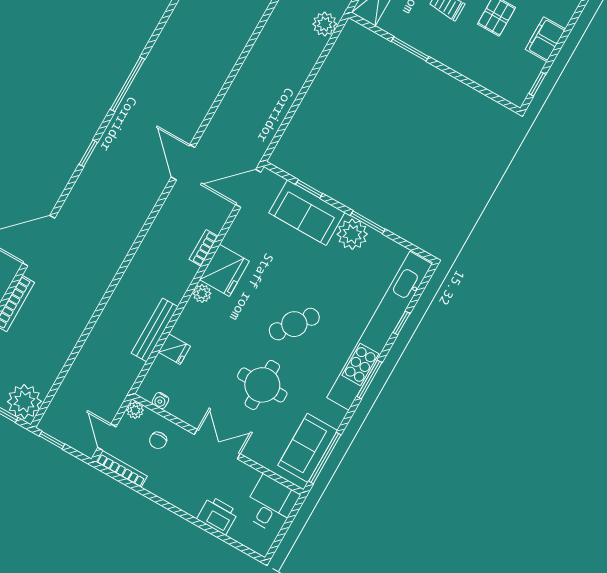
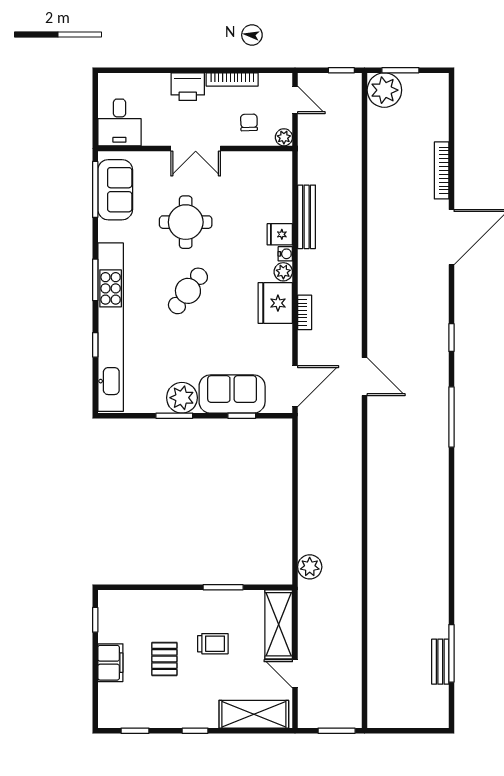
fridge: (174, 349) -> (280, 234), moved
water cooler: (160, 401) -> (285, 254), moved, turned 90
bookcase: (122, 469) -> (232, 80), moved
printer: (218, 515) -> (188, 87), moved

